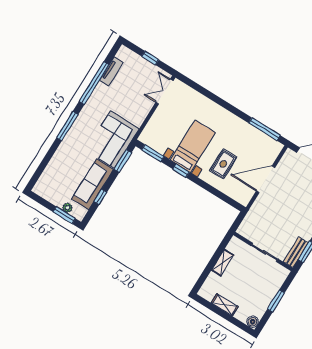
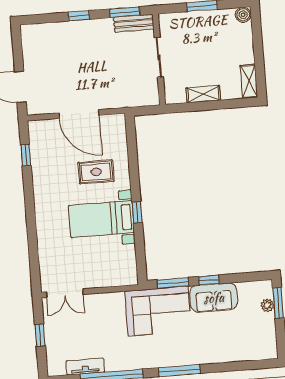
window: (264, 129) -> (26, 155), width x0.46
window: (153, 153) -> (141, 257), removed
sofa: (93, 184) -> (214, 298), width x0.73
window: (100, 197) -> (209, 280), moved
shelving: (225, 305) -> (249, 81), moved

